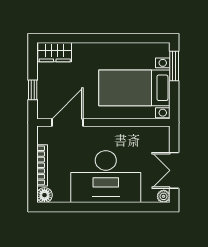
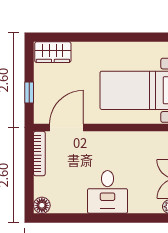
bookcase: (42, 165) -> (39, 154), moved
desk: (106, 177) -> (107, 192), width x0.53, depth x0.77

